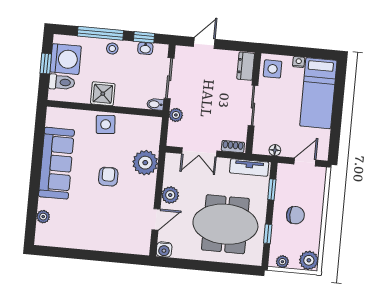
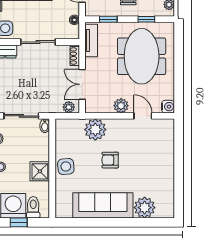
plant: (176, 115) -> (69, 107), moved
double door: (199, 152) -> (82, 84), swing flipped
plant: (43, 217) -> (145, 208), width x1.87, depth x1.87

